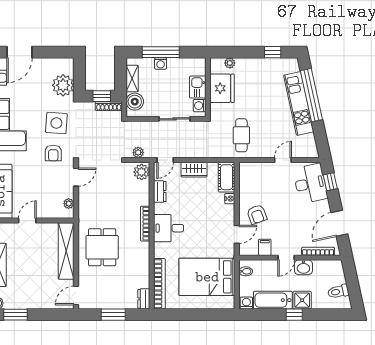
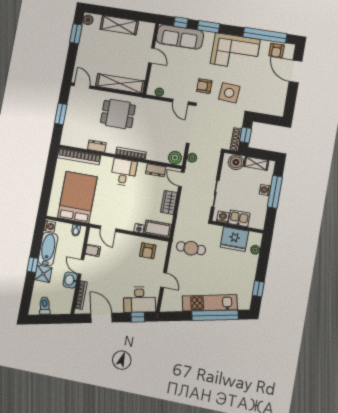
plant: (63, 85) -> (261, 104), removed
armchair: (257, 214) -> (148, 251), moved, turned -70
dresser: (144, 299) -> (97, 146), moved

